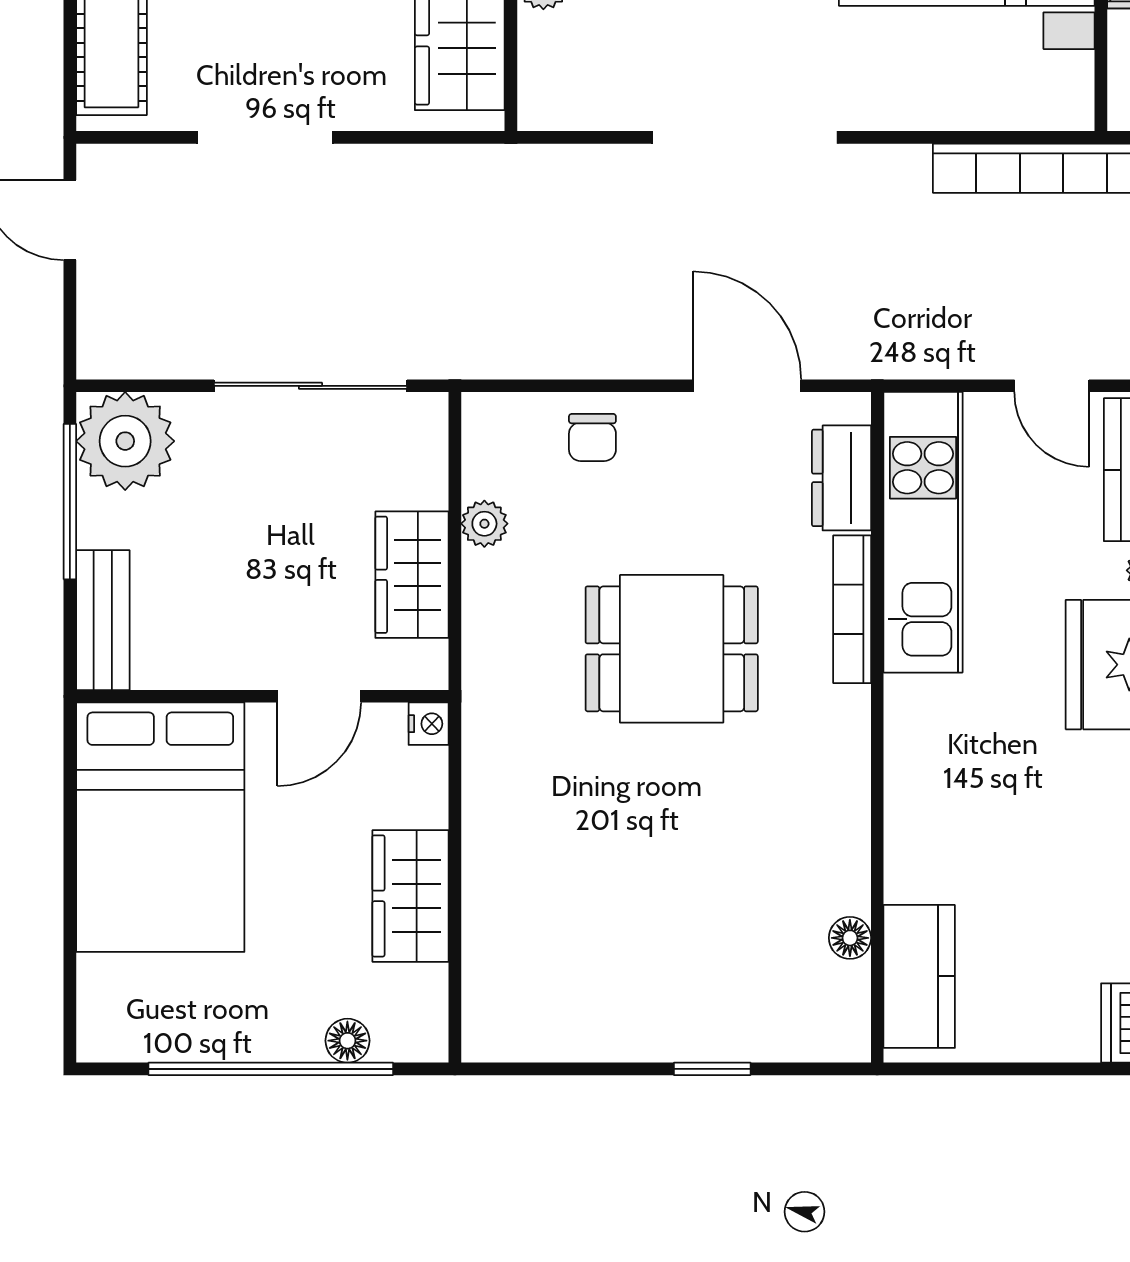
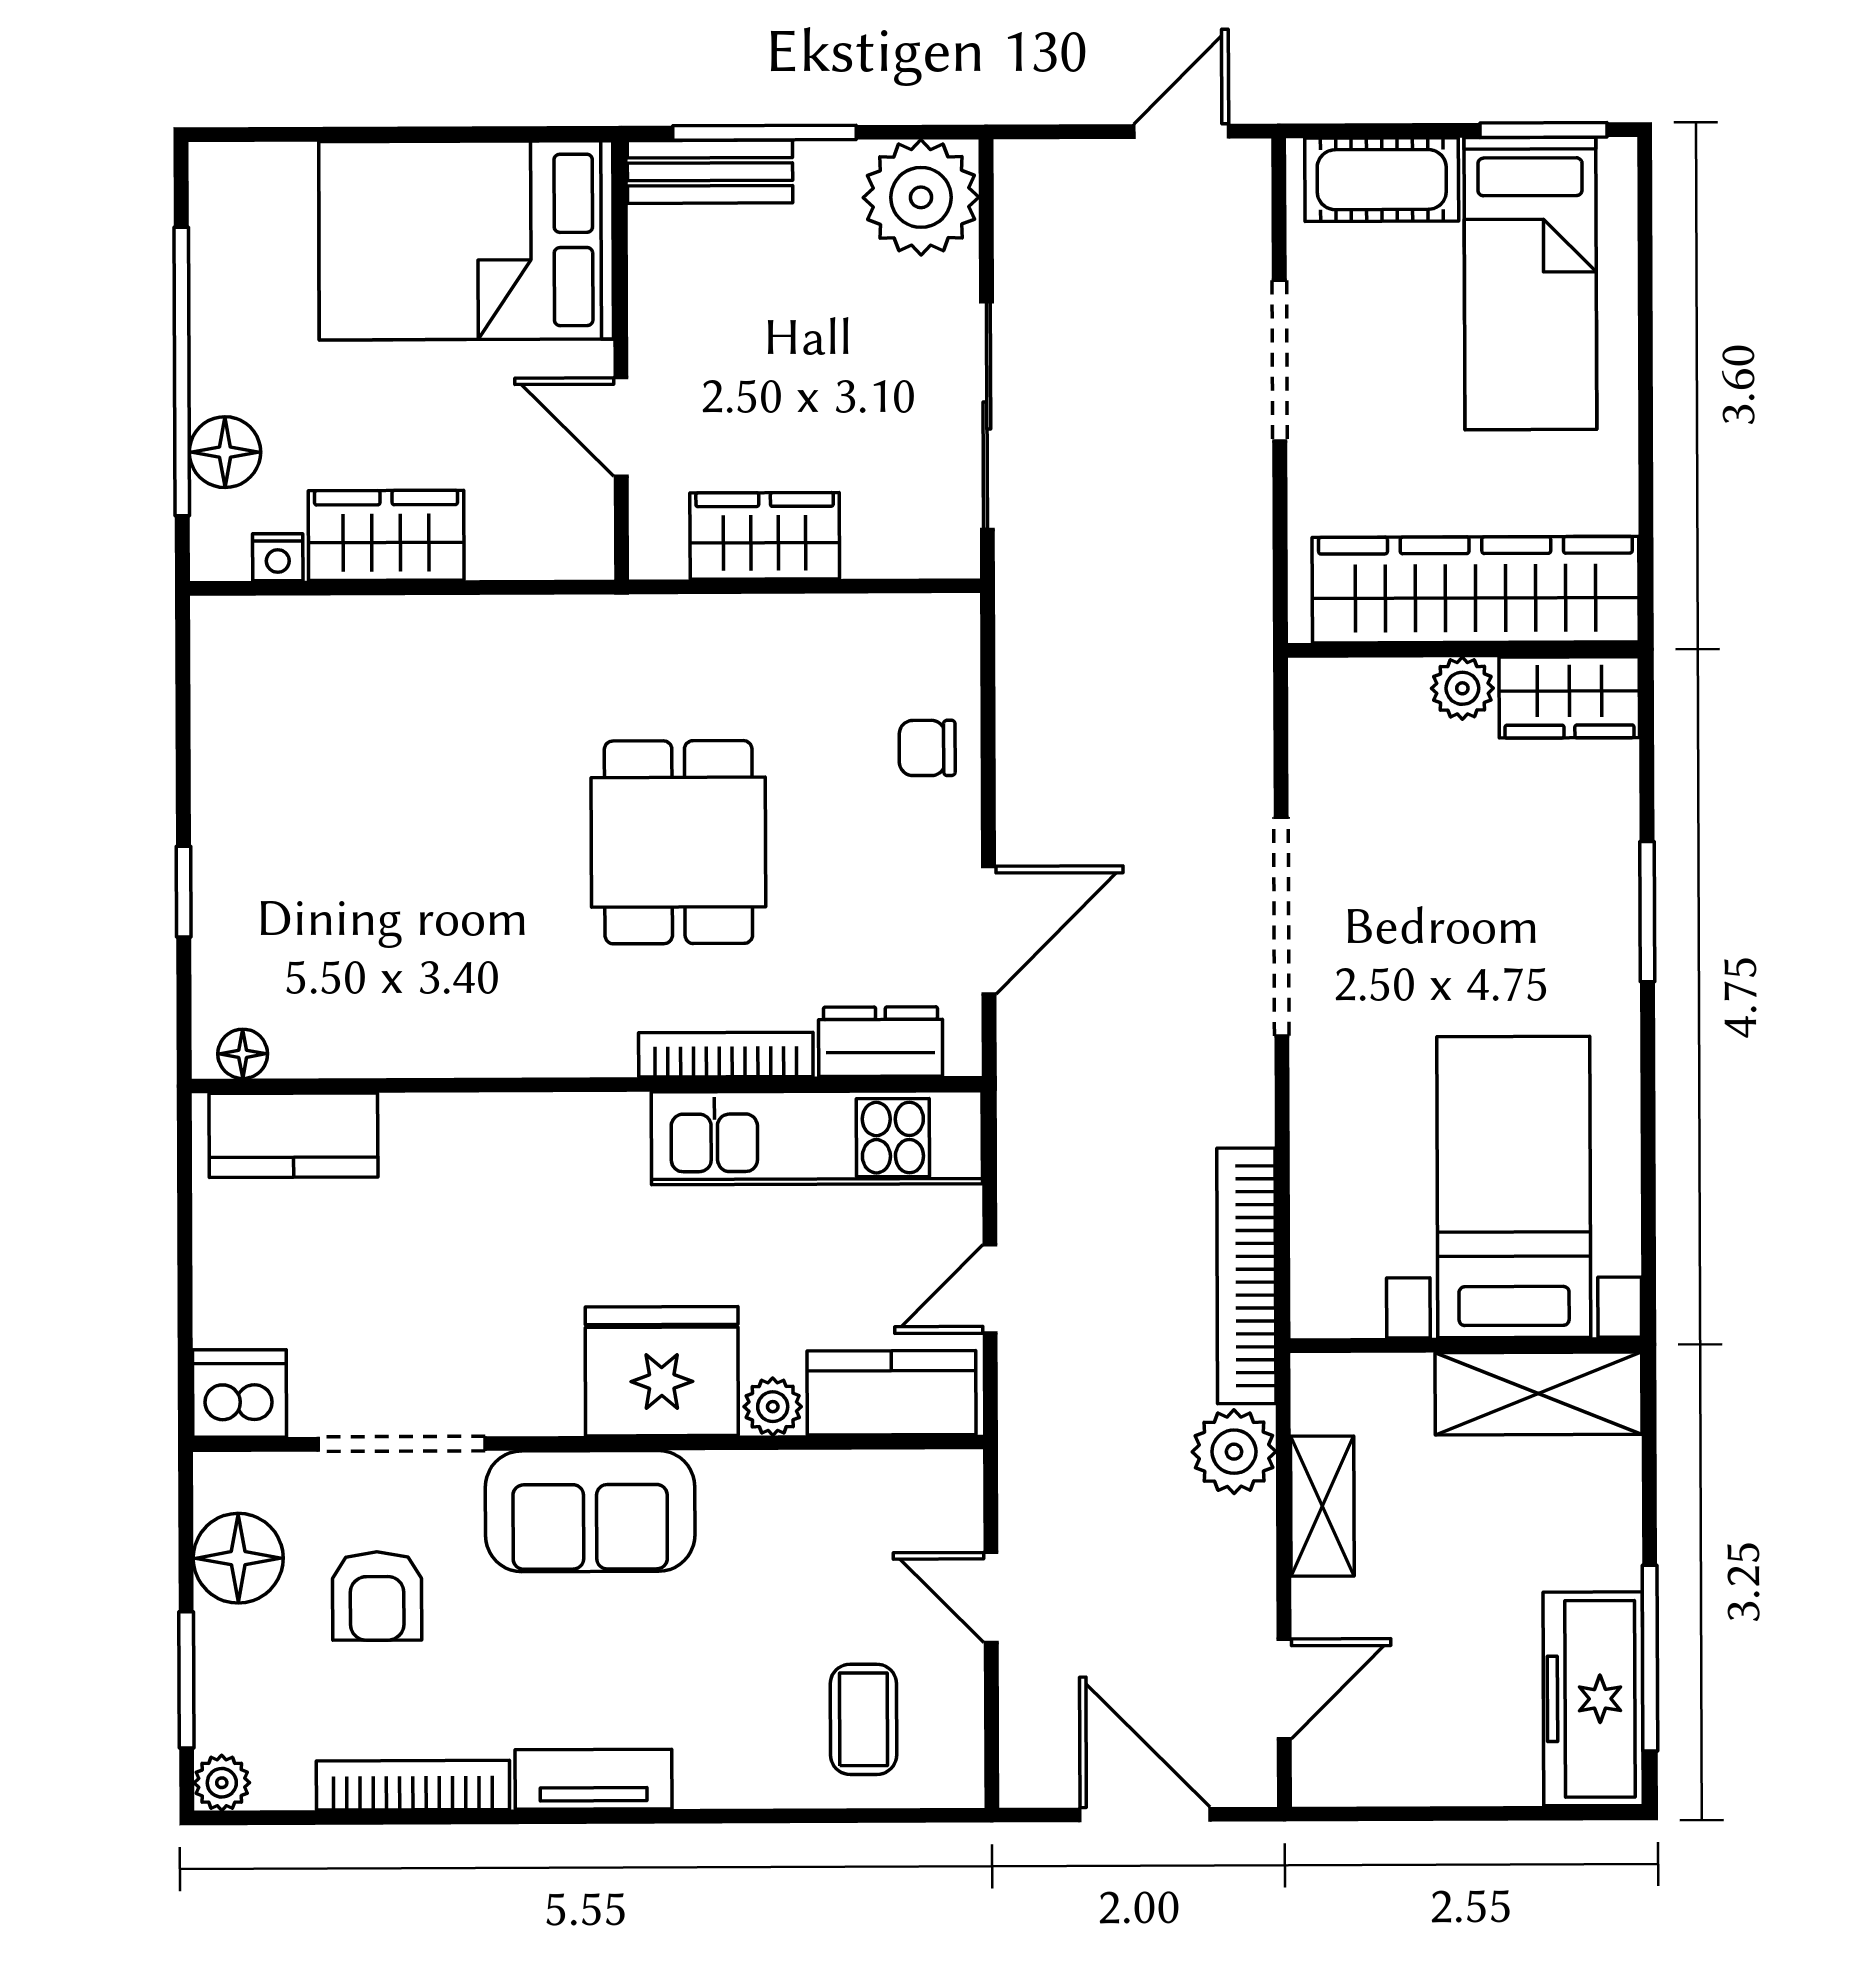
window: (70, 502) -> (764, 133), moved
plant: (484, 524) -> (825, 621), removed
nightstand: (429, 724) -> (278, 557), moved
floor lamp: (850, 938) -> (243, 1054), moved
floor lamp: (347, 1041) -> (225, 452), width x1.37, depth x1.37

